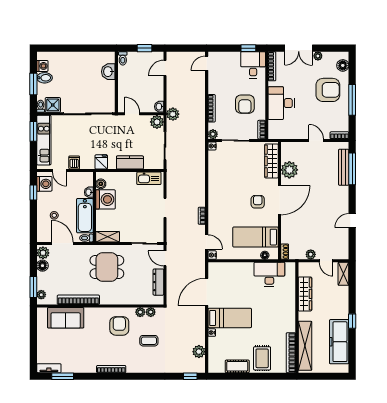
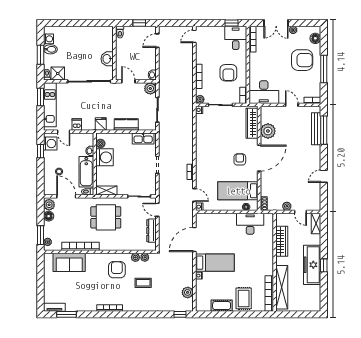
washbasin: (108, 72) -> (107, 59), moved
desk: (281, 103) -> (264, 92), moved, turned -90
plant: (173, 114) -> (164, 82), removed
freezer: (339, 342) -> (312, 265), moved

